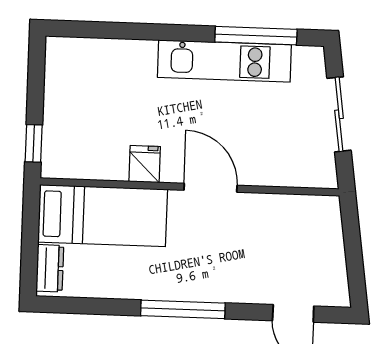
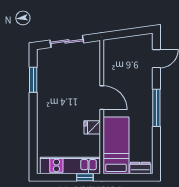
window: (256, 36) -> (33, 80), width x0.69
kitchen unit: (224, 61) -> (70, 165), moved, turned -90
door: (210, 188) -> (102, 98), swing flipped

